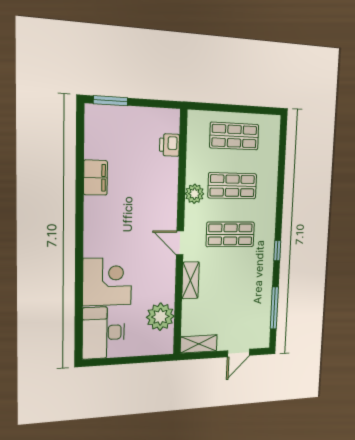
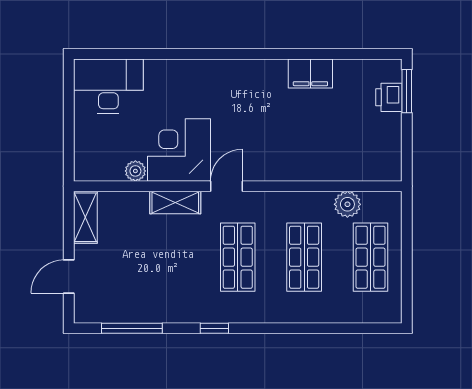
printer: (169, 145) -> (389, 97), moved, turned -90
plant: (194, 194) -> (347, 204), moved
corner desk: (107, 282) -> (179, 150), moved, turned 180
plant: (160, 317) -> (135, 171), width x0.53, depth x0.53
door: (239, 353) -> (69, 277), hinge flipped

